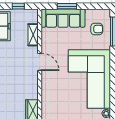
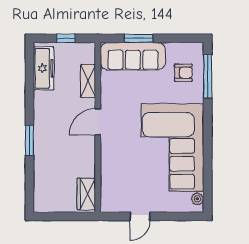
door: (40, 62) -> (98, 122), swing flipped

